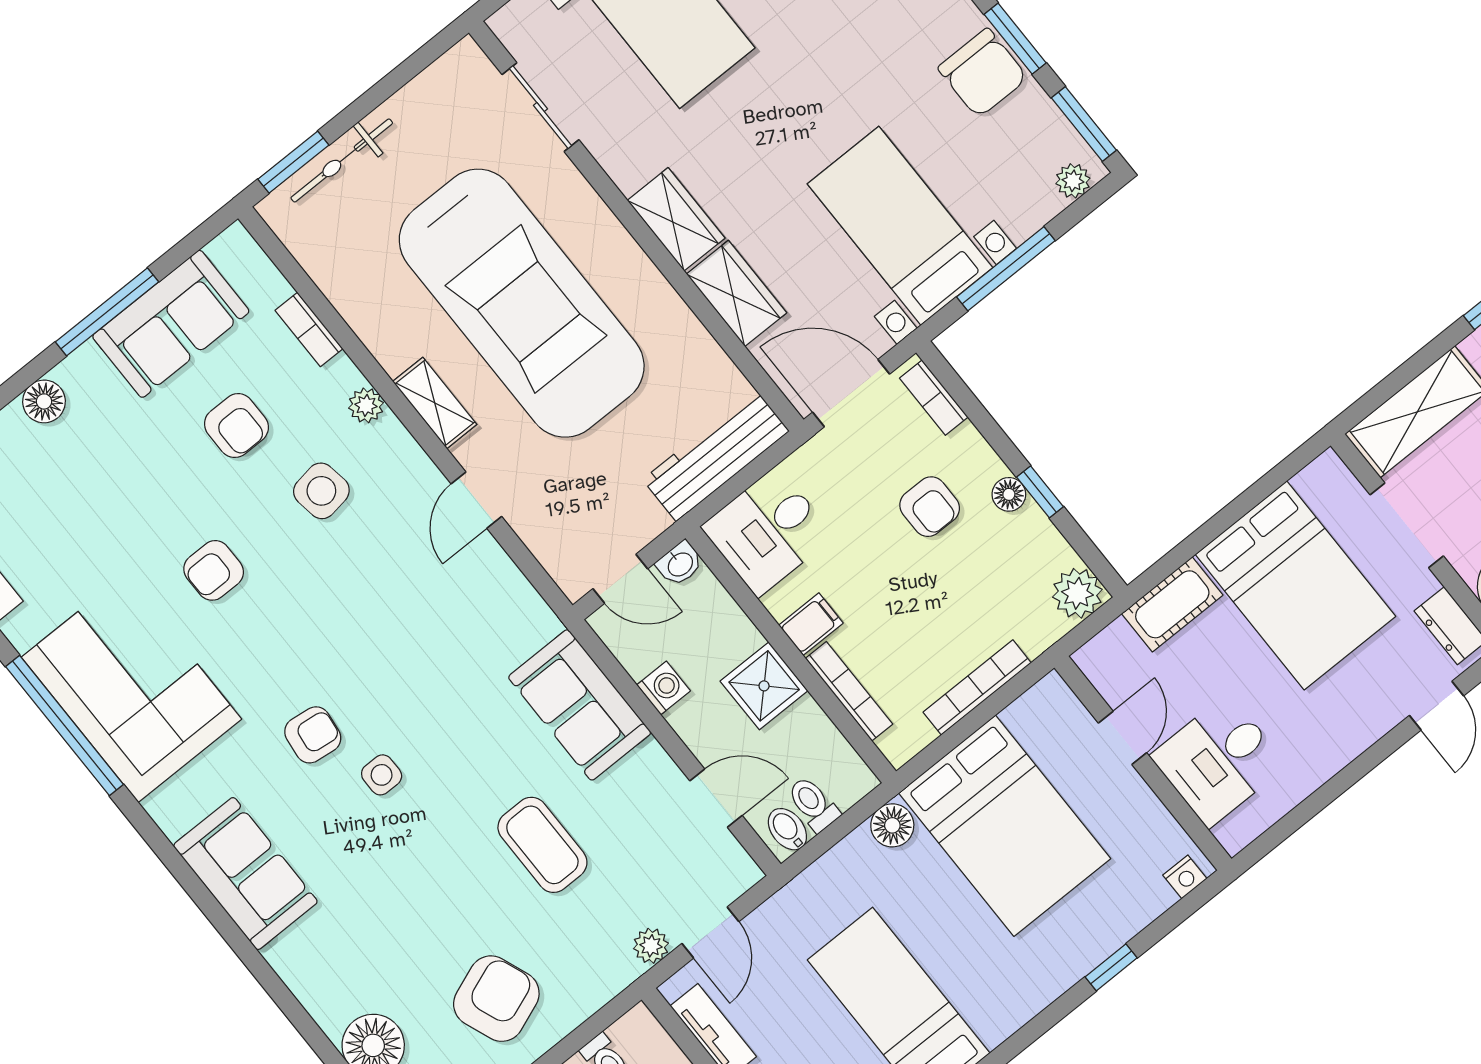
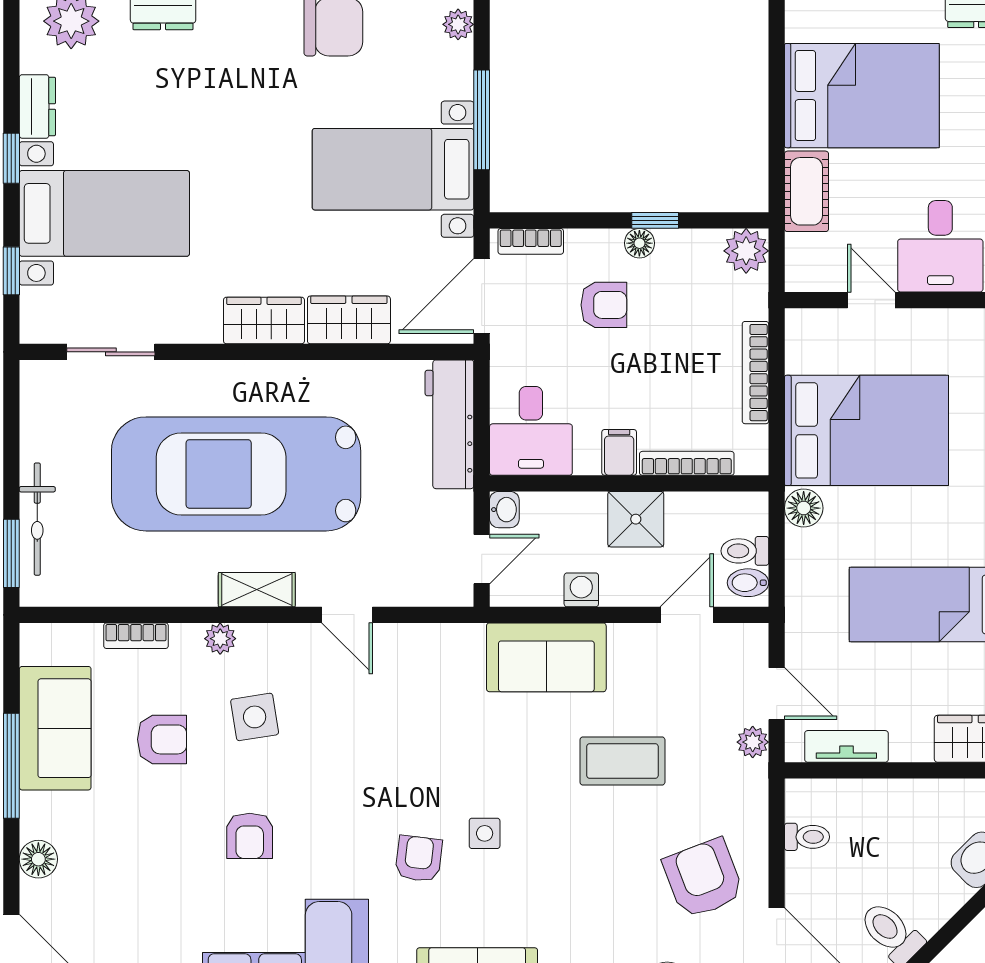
car: (522, 303) -> (236, 474), turned 180

